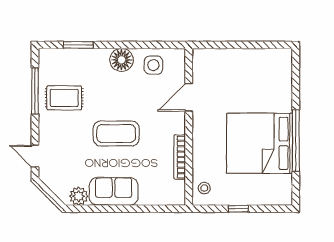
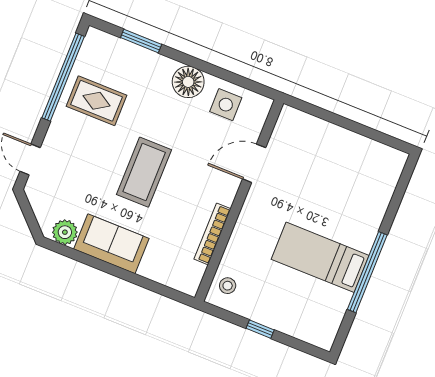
window: (35, 91) -> (63, 77), width x1.46
coffee table: (116, 133) -> (144, 172), turned 90
bed: (260, 143) -> (320, 257), width x0.49

